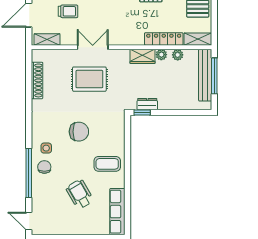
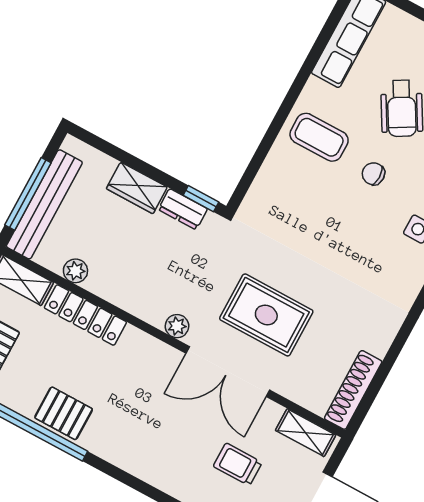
double door: (93, 47) -> (228, 372), width x1.37
plant: (161, 55) -> (177, 326), moved
wardrobe: (143, 56) -> (137, 188), moved, turned 180
shoe rack: (37, 80) -> (353, 390), moved
chair: (79, 132) -> (373, 174), moved, width x0.54, depth x0.54

